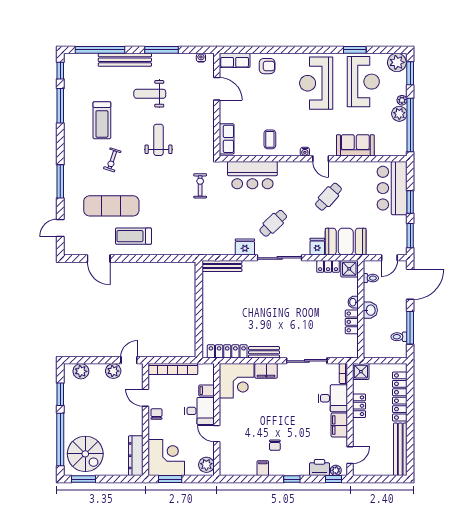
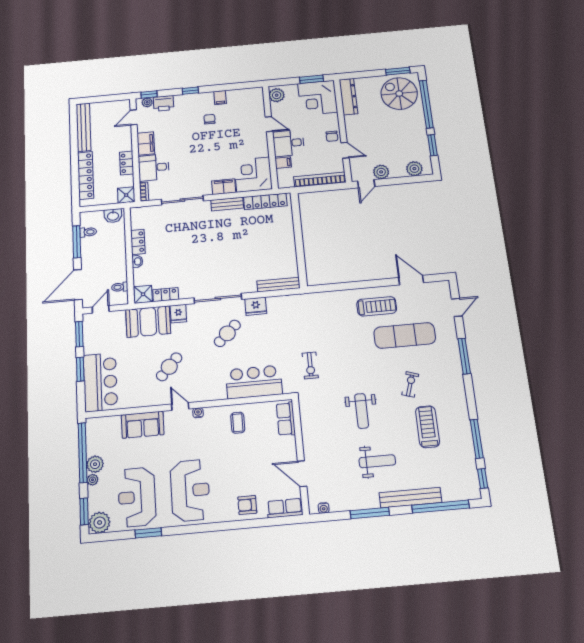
washbasin: (370, 310) -> (113, 216), moved, turned -90

